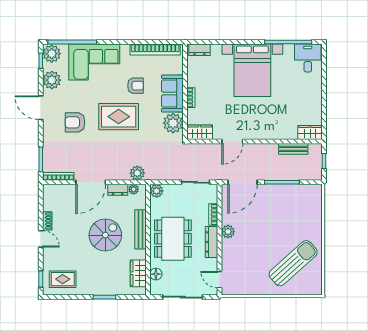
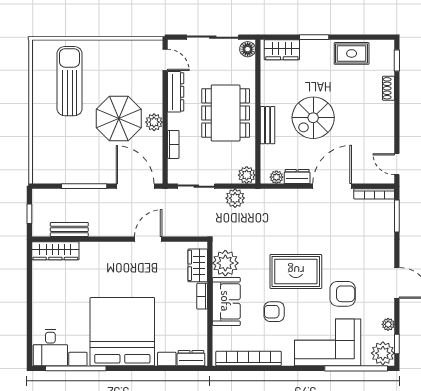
bed with nightstands: (252, 70) -> (122, 332), width x1.36
plant: (52, 80) -> (388, 324), width x0.53, depth x0.53
armchair: (75, 122) -> (343, 294), moved
wardrobe: (200, 132) -> (198, 265), moved, turned 90
wardrobe: (310, 133) -> (55, 251), width x1.50
plant: (137, 173) -> (235, 198), moved
door: (243, 182) -> (135, 186), hinge flipped
shoe rack: (47, 221) -> (389, 88), moved
bench: (141, 229) -> (268, 125), width x0.73
parasol: (255, 234) -> (119, 119), added
door: (41, 239) -> (397, 164), moved
dresser: (211, 242) -> (176, 92), moved
sun lounger: (293, 263) -> (70, 81), turned 132
wardrobe: (138, 273) -> (282, 50), moved, turned 90
floor lamp: (156, 274) -> (248, 49), moved
rug: (63, 279) -> (352, 53), moved

